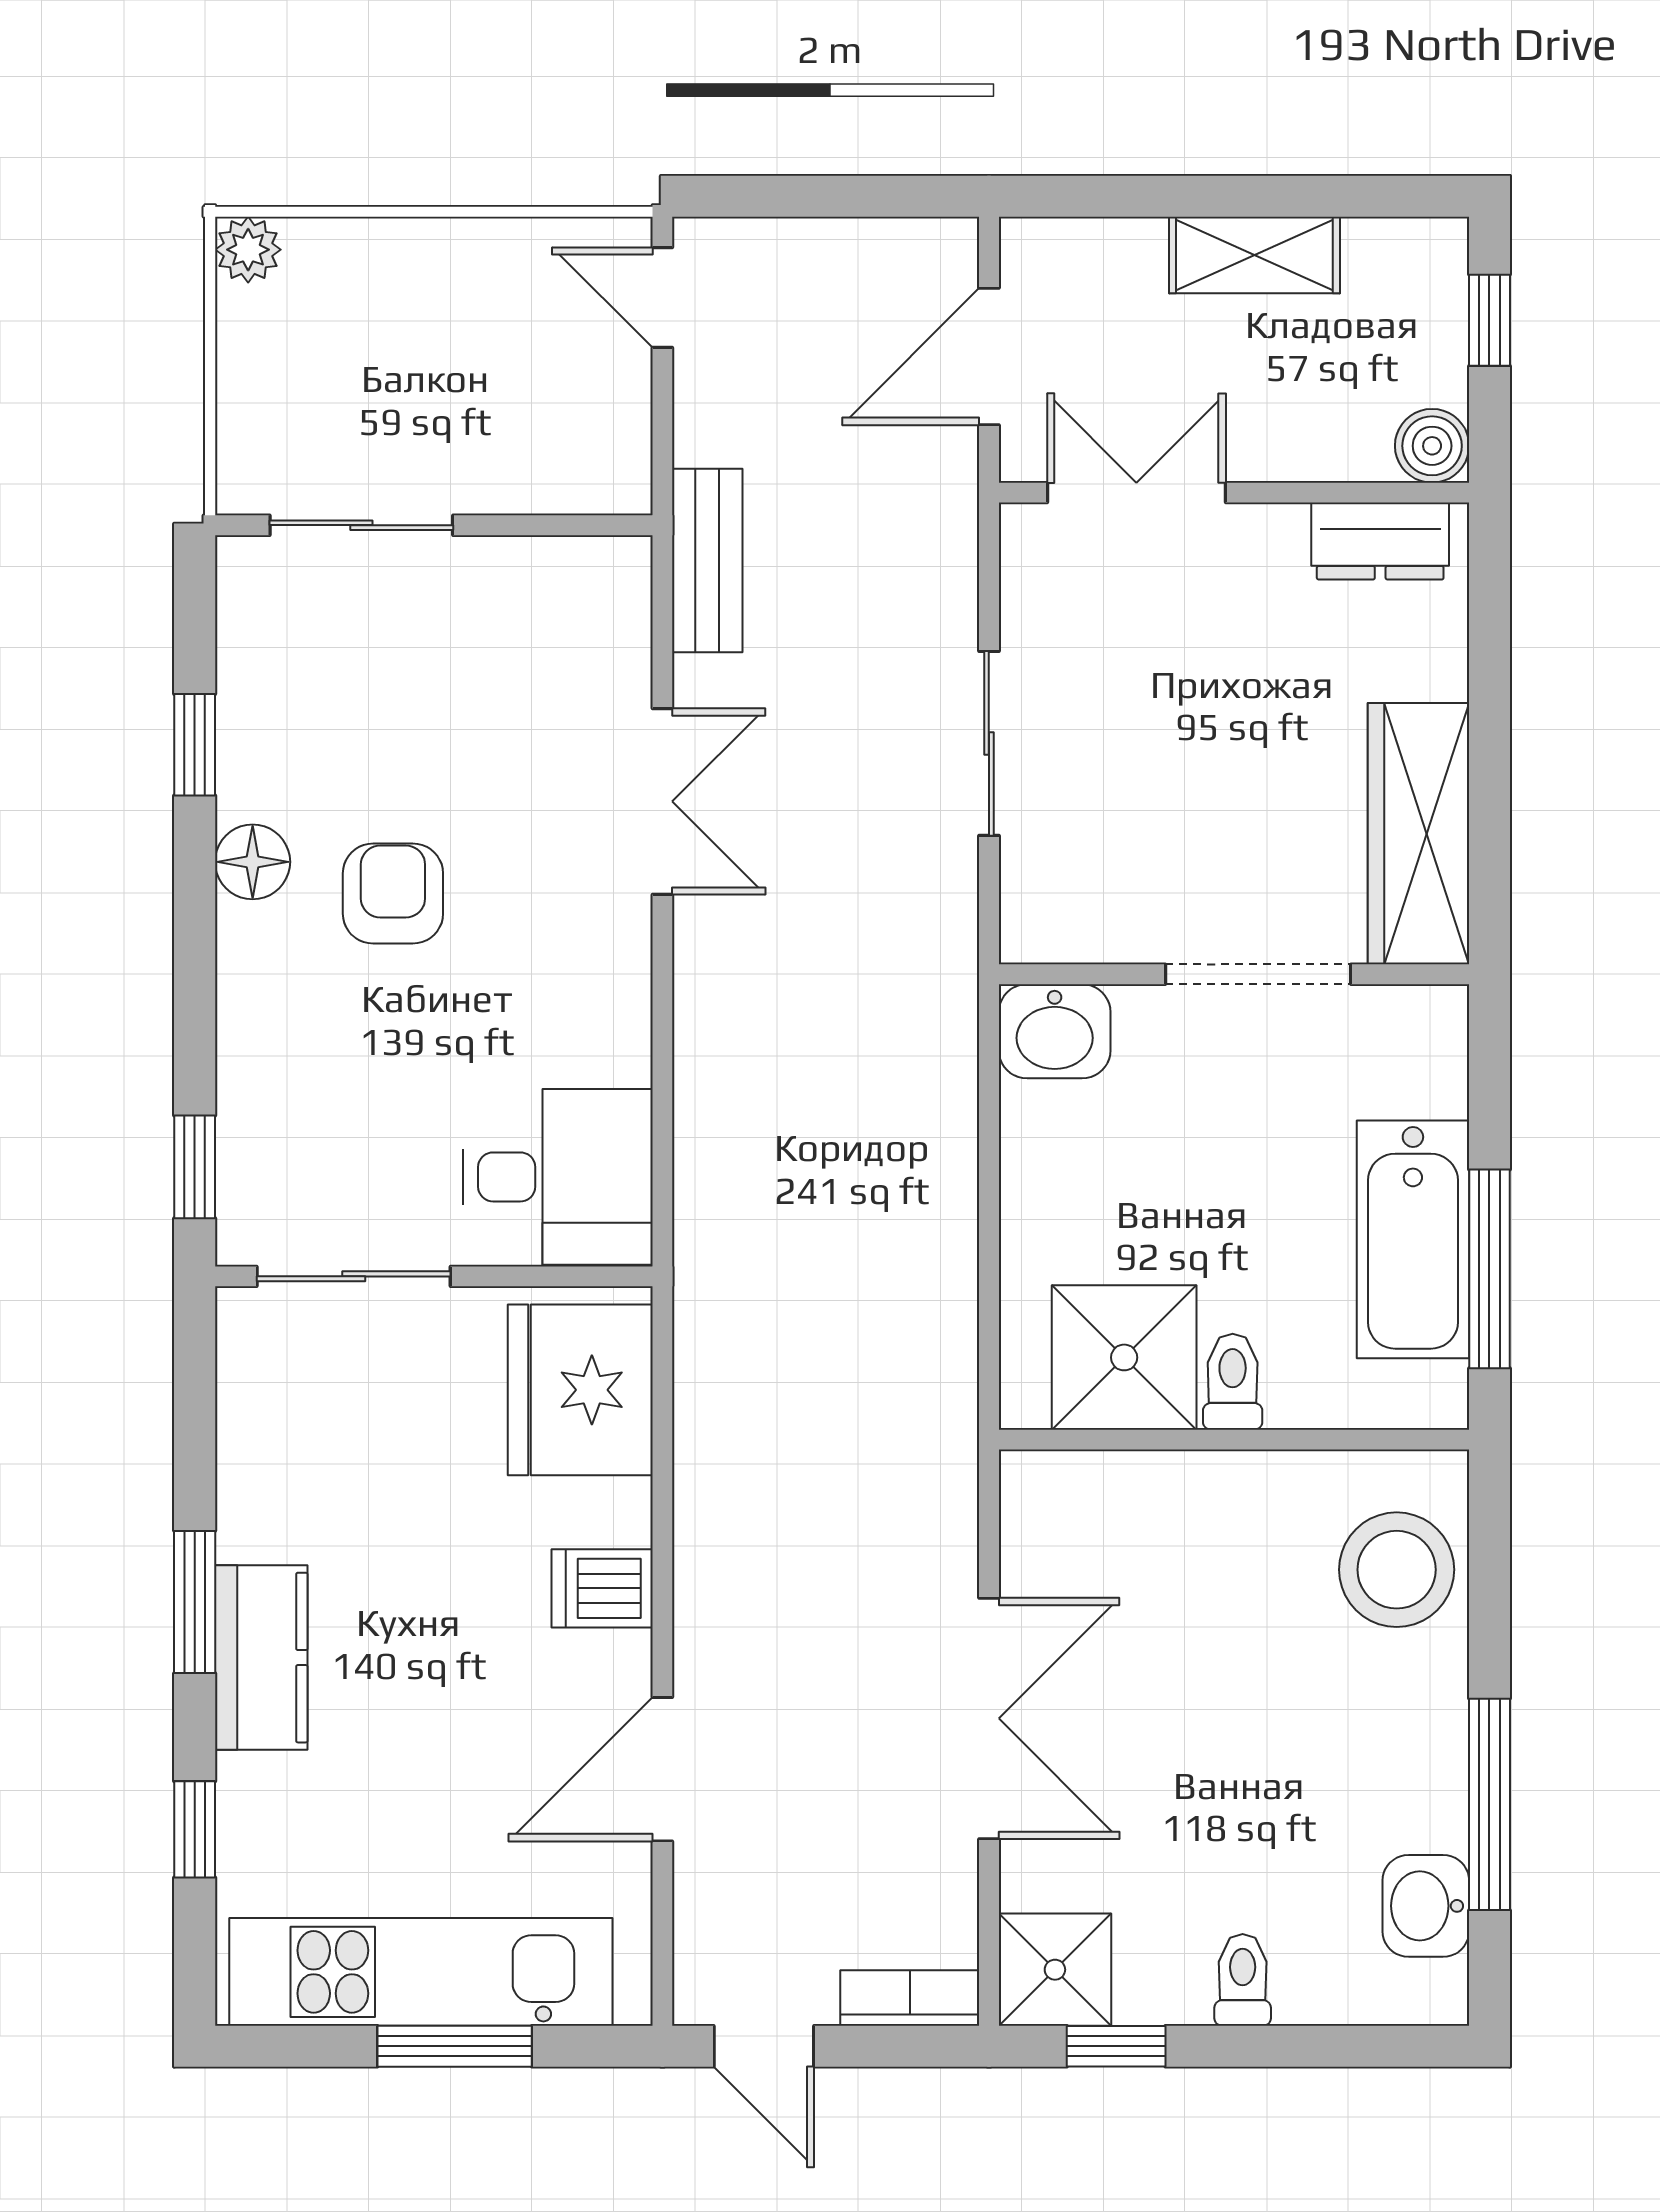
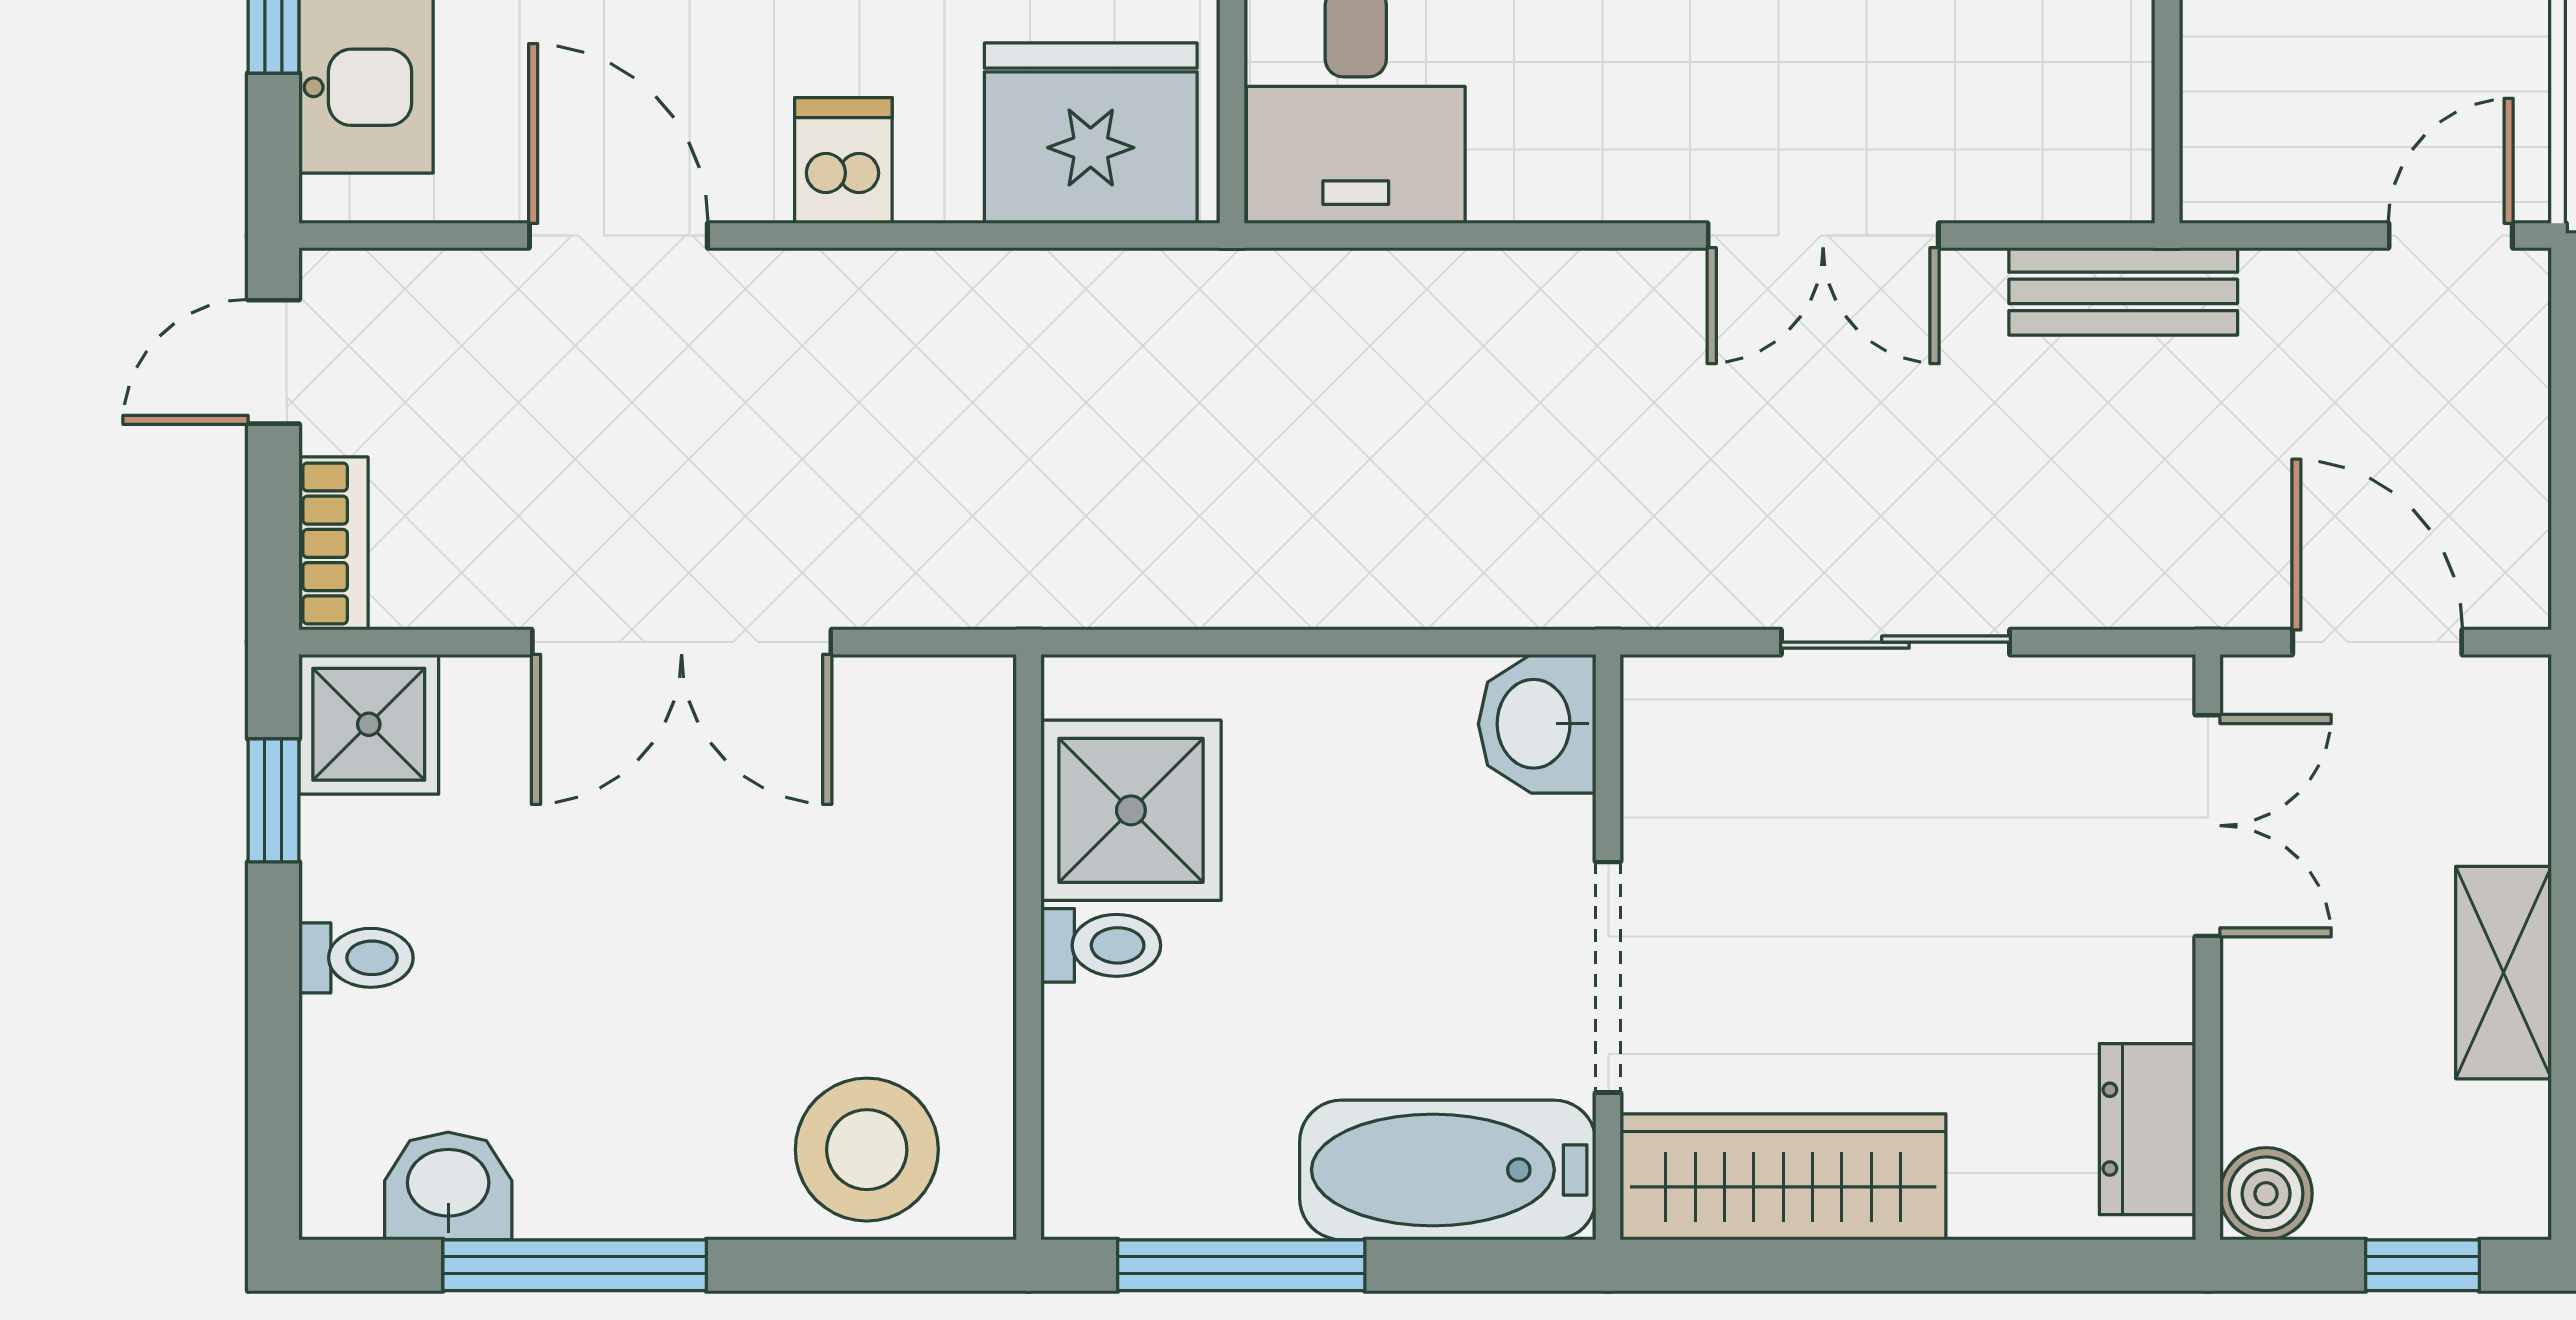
bathtub: (1413, 1239) -> (1448, 1170), moved

